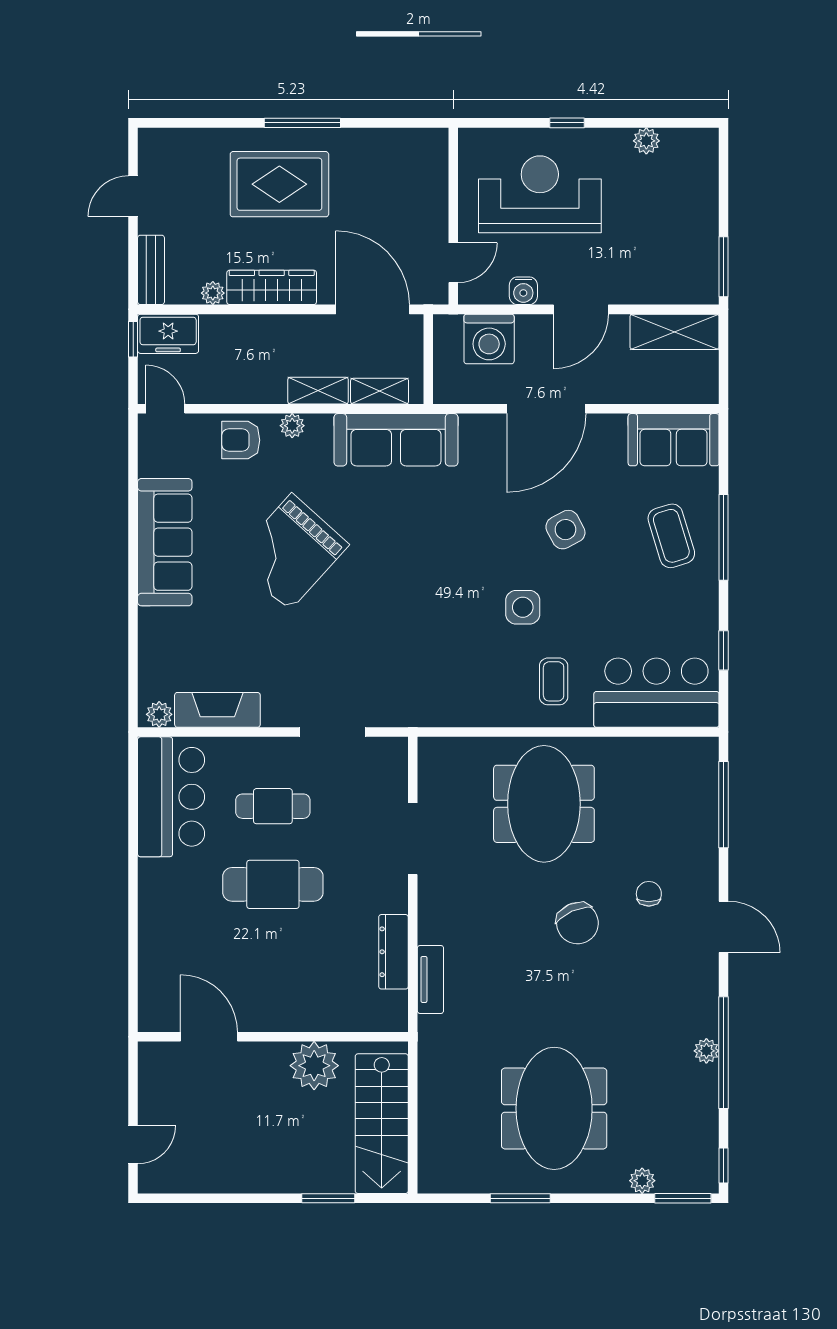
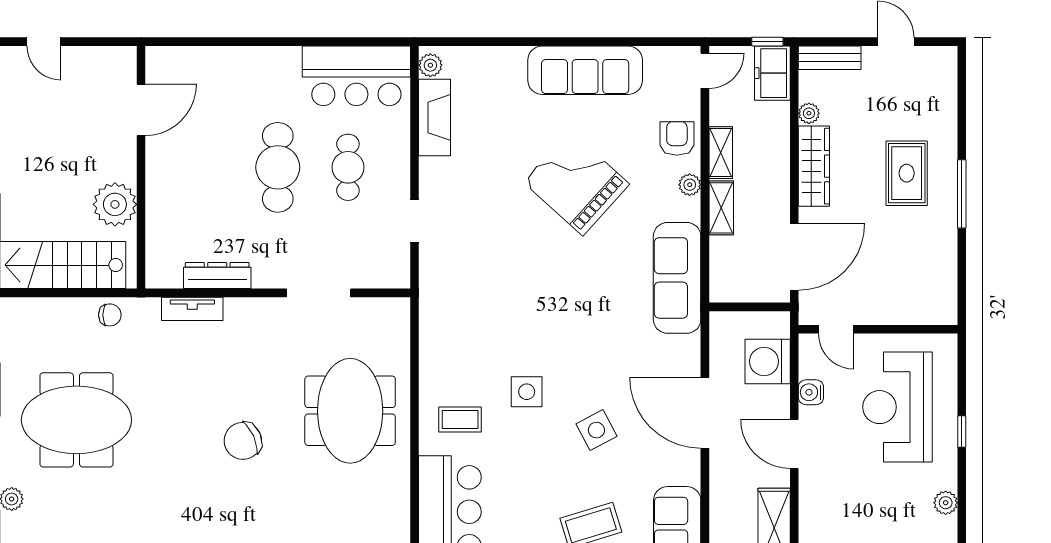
rug: (279, 184) -> (907, 173), width x0.73, depth x0.70
reception desk: (540, 194) -> (898, 407), turned 180
shelving: (380, 391) -> (721, 153), moved
doorway: (332, 732) -> (415, 221), width x0.73
meeting table: (544, 804) -> (350, 411), turned 90
chair: (649, 894) -> (110, 315), moved

